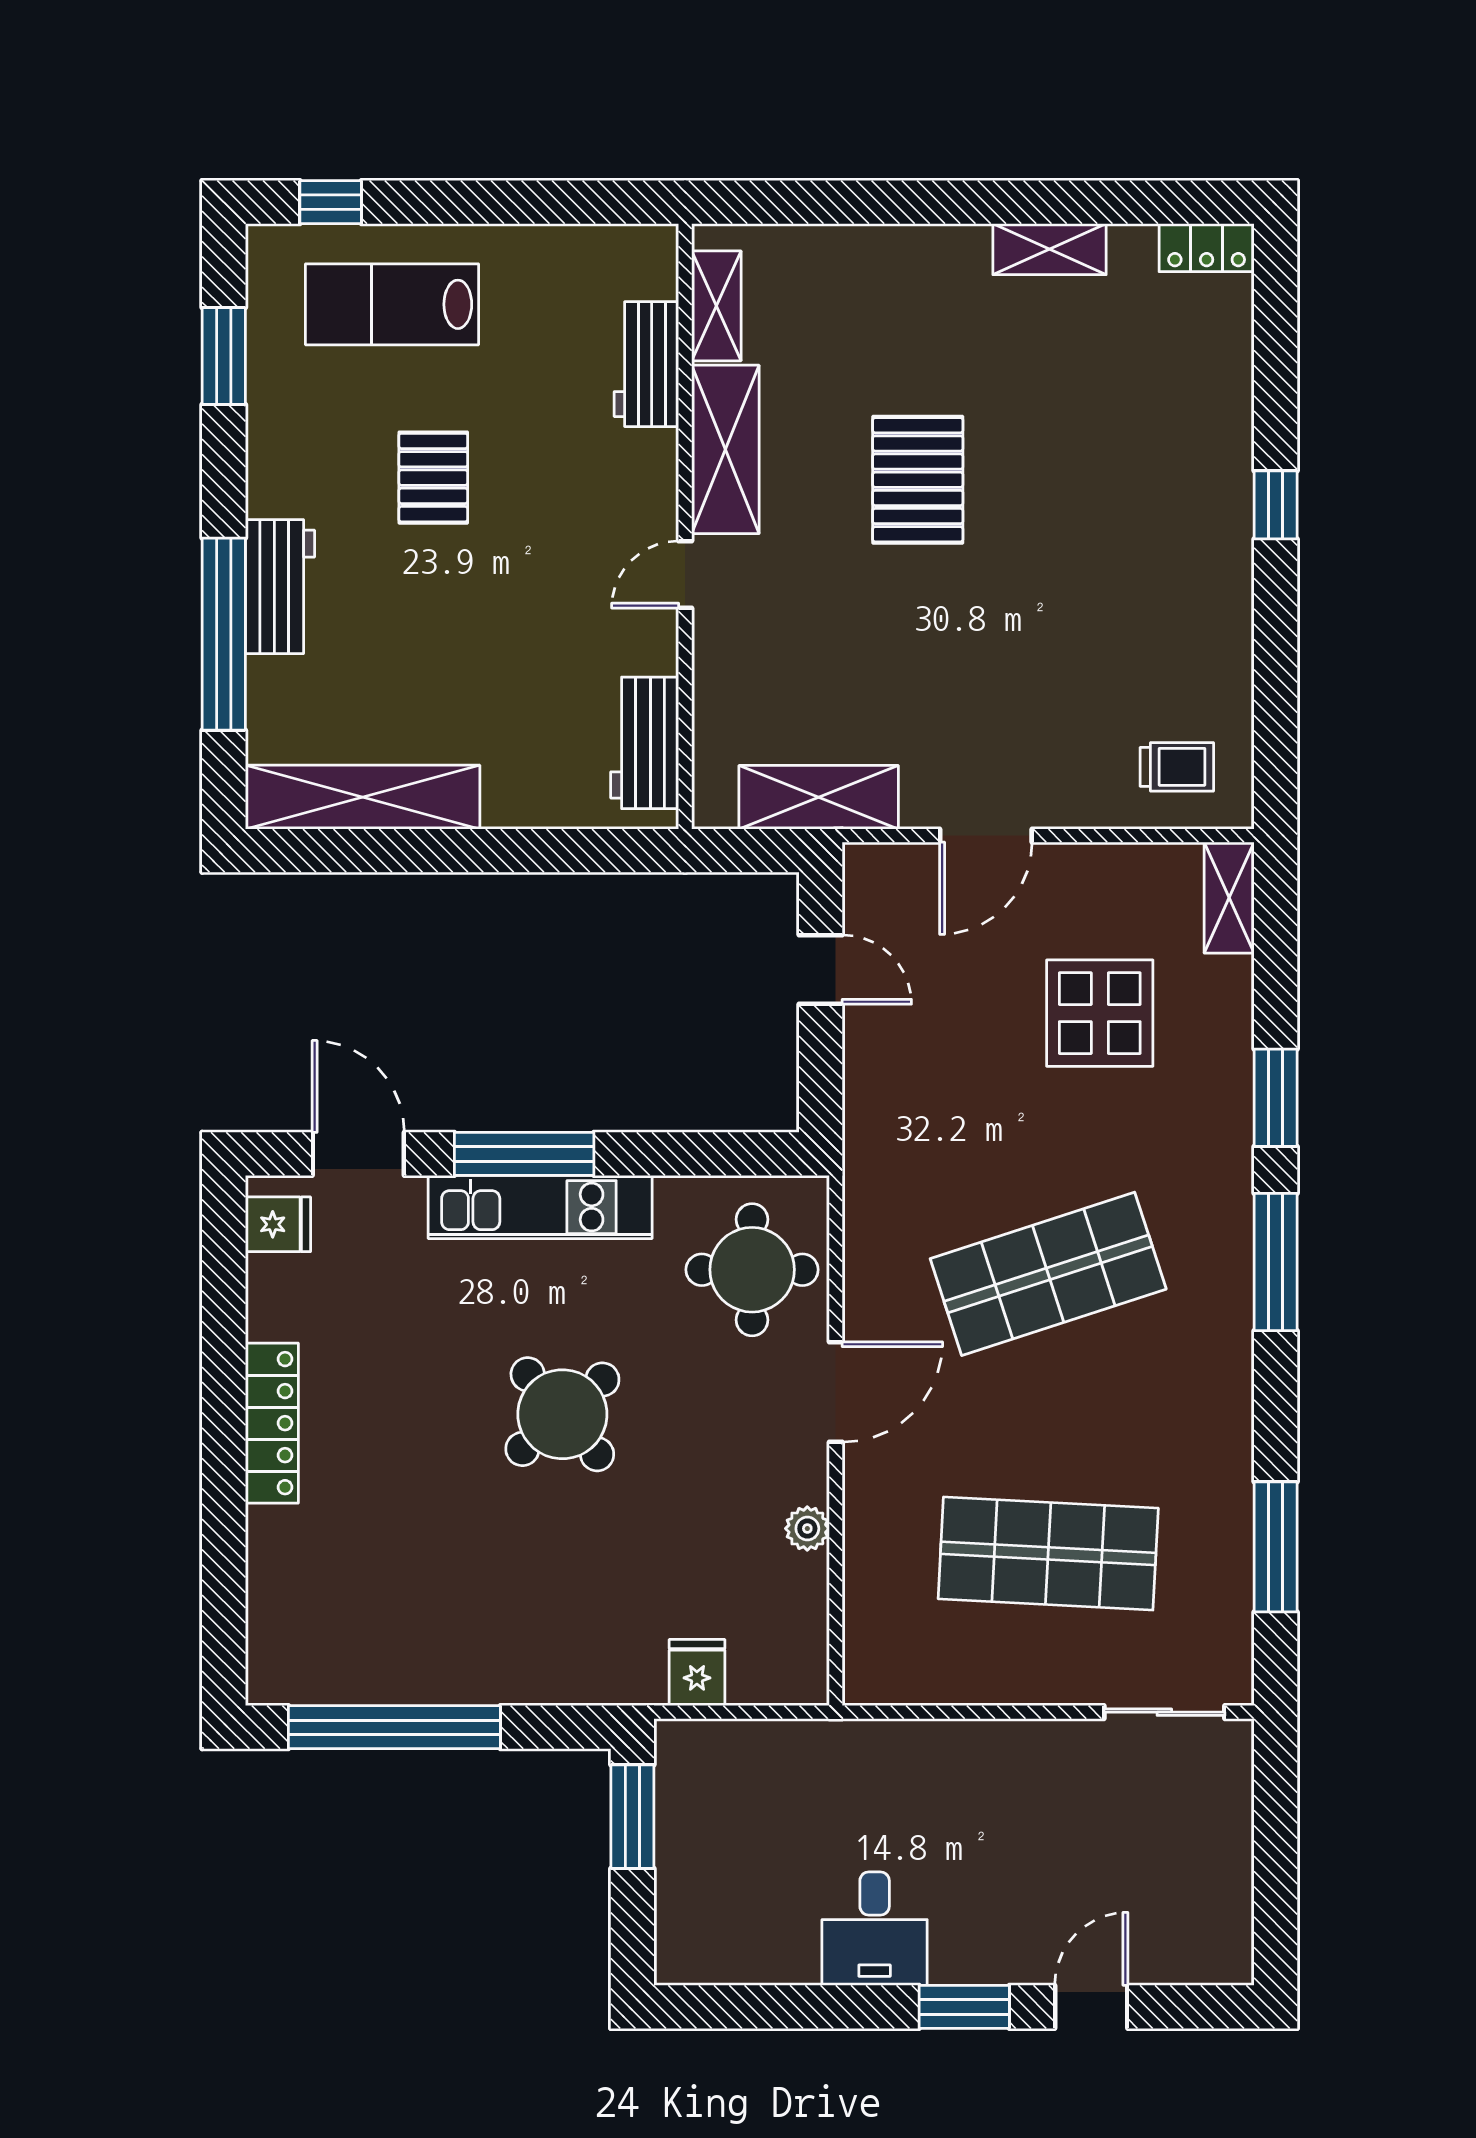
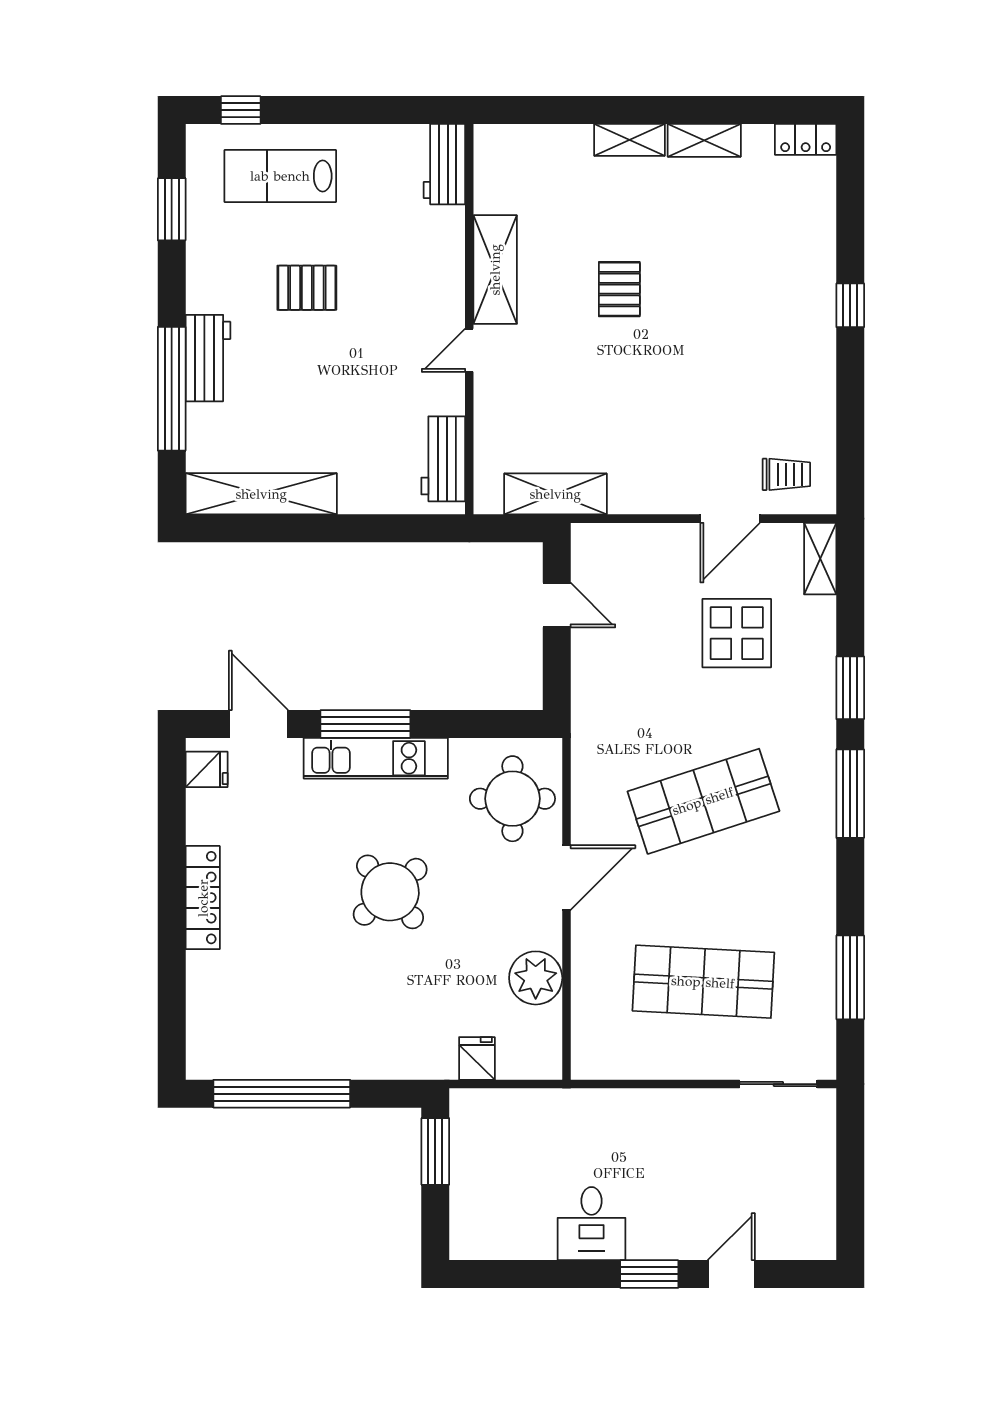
shelving: (716, 306) -> (629, 140), moved, turned 90
workbench: (646, 364) -> (444, 164), moved
pallet: (433, 478) -> (307, 288), turned 90
pallet: (918, 480) -> (619, 289), width x0.67, depth x0.71
door: (986, 836) -> (730, 519), moved
plant: (807, 1529) -> (536, 978), width x1.88, depth x1.88

